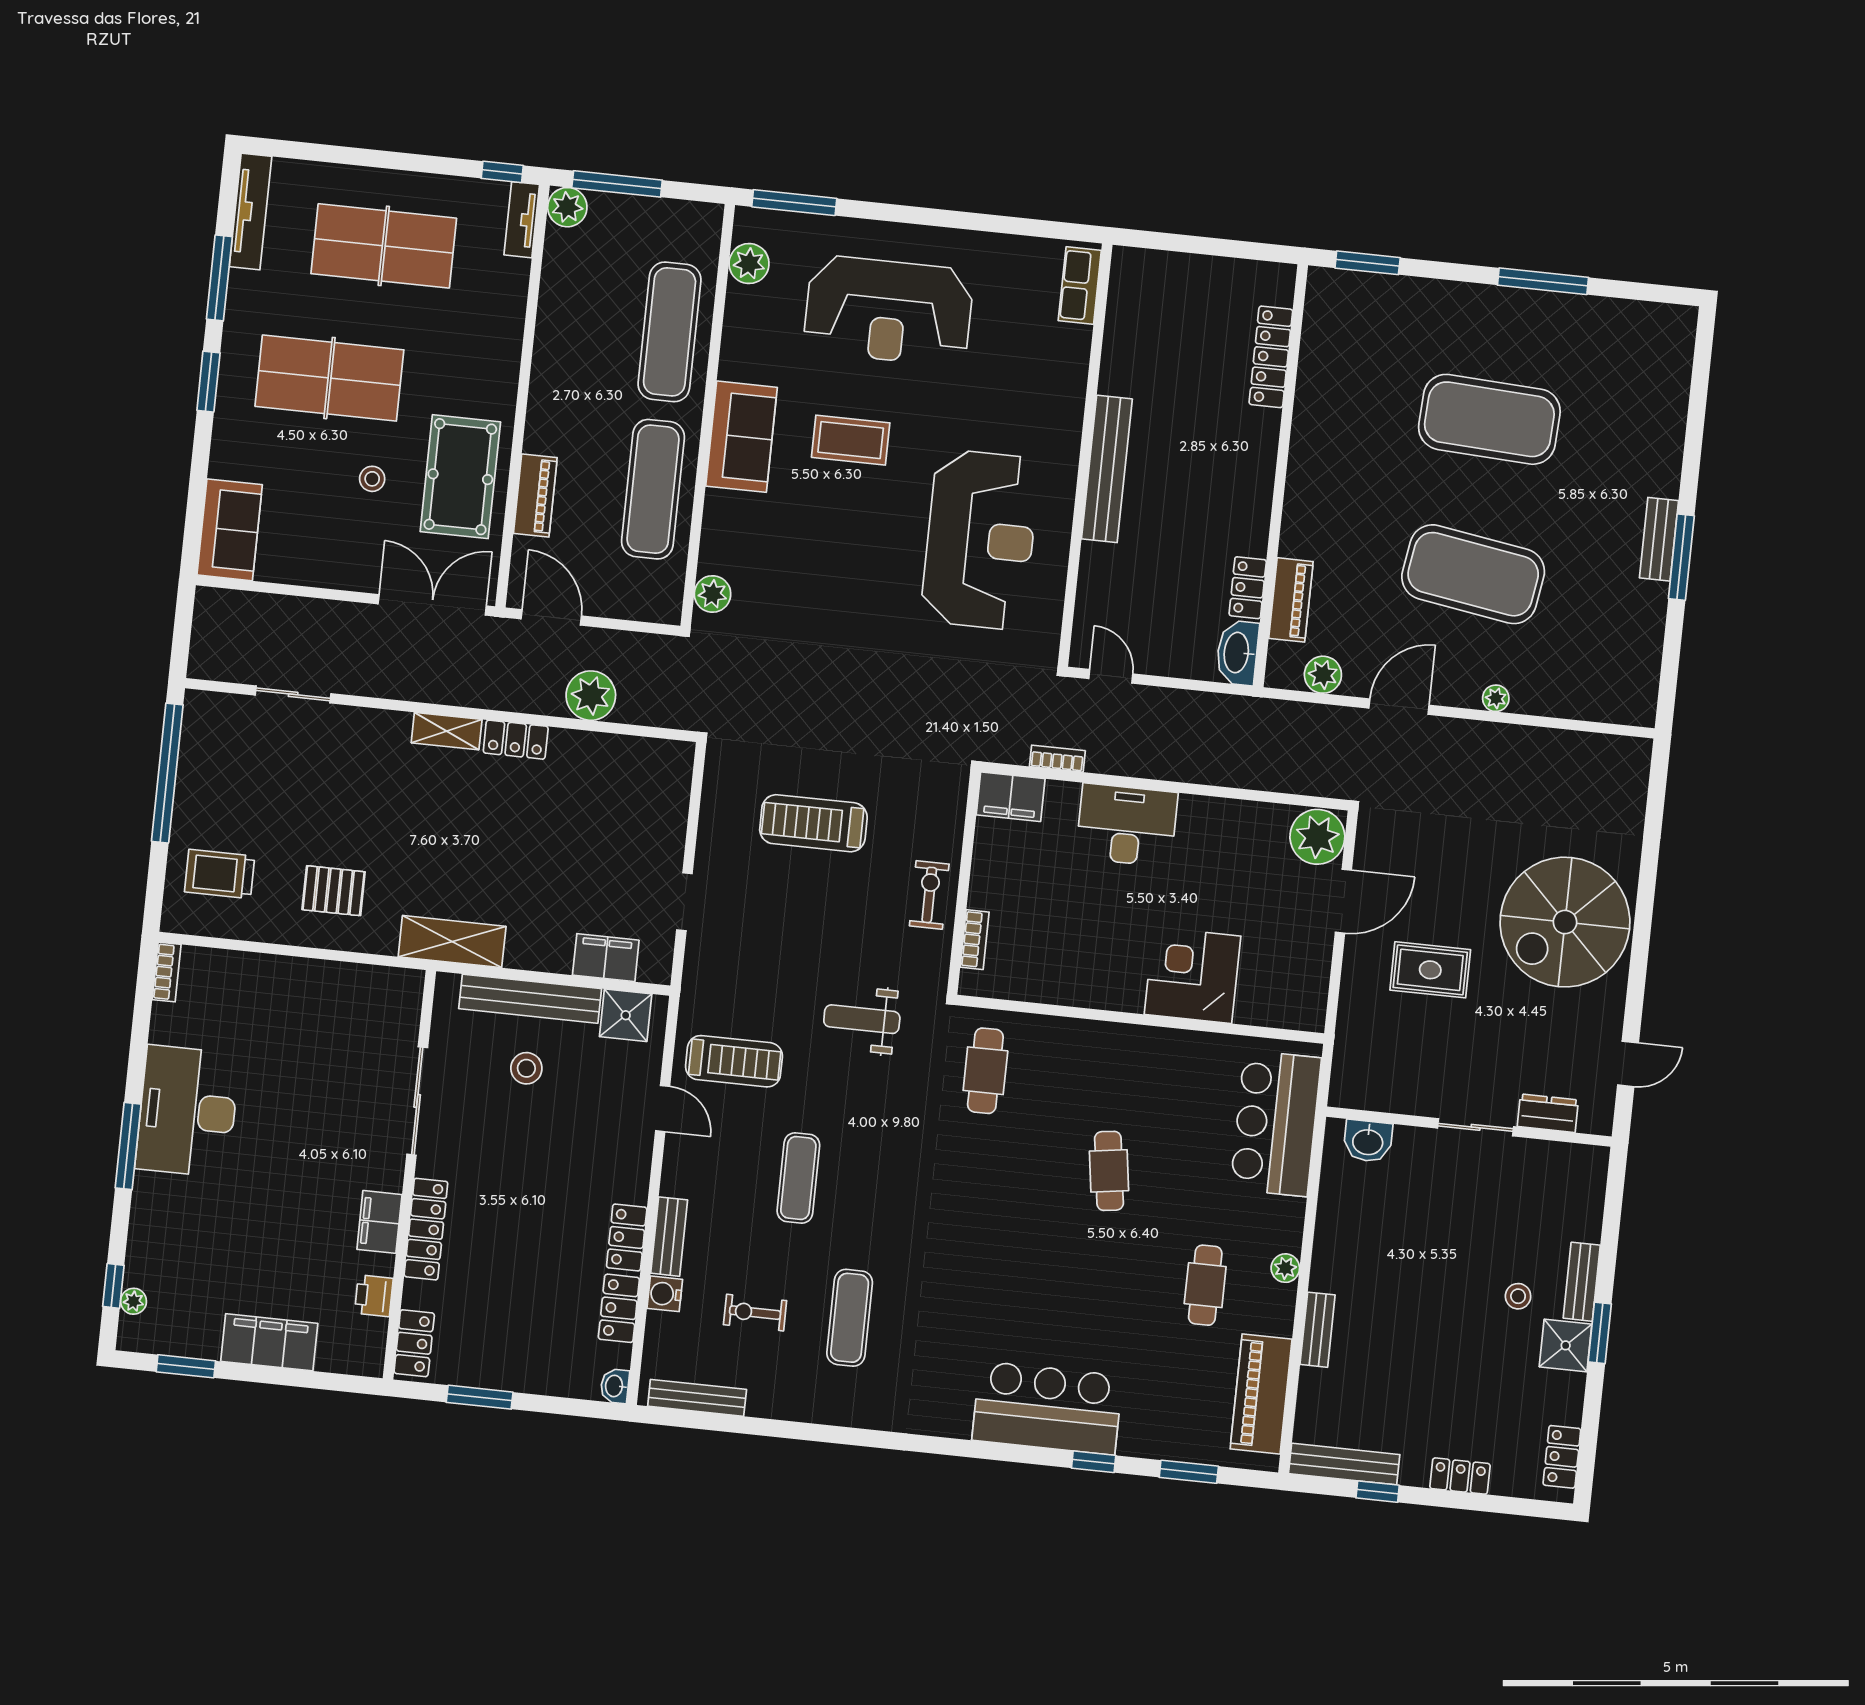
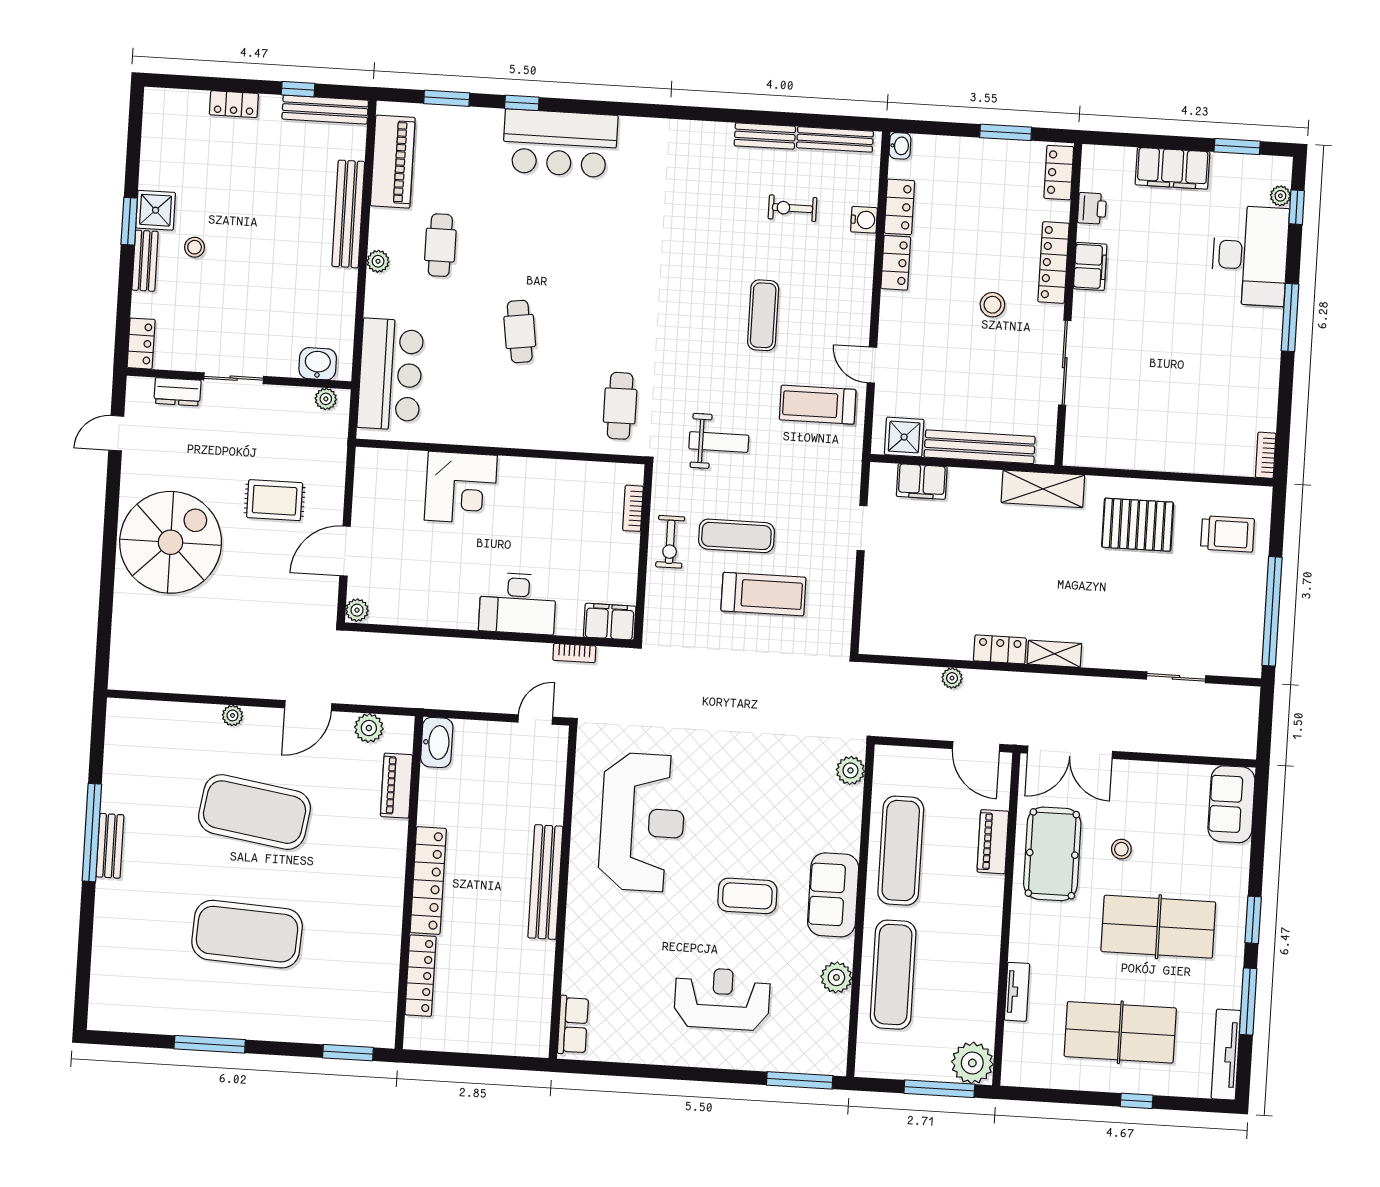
window: (502, 172) -> (1137, 1101), moved
plant: (567, 207) -> (972, 1063), width x1.36, depth x1.36
tv unit: (522, 220) -> (1017, 992), moved
plant: (749, 264) -> (836, 977), moved
reception desk: (889, 311) -> (722, 999), width x0.74, depth x0.77
reception desk: (980, 540) -> (642, 822), turned 180
window: (1681, 557) -> (92, 833), width x1.46
locker: (1248, 588) -> (428, 880), moved, width x2.16, depth x1.21
door: (1111, 676) -> (535, 720), swing flipped
plant: (591, 696) -> (952, 678), width x0.53, depth x0.53
plant: (1317, 837) -> (357, 610), width x0.53, depth x0.53
pallet: (334, 891) -> (1138, 525), width x1.50, depth x1.42
stool: (526, 1068) -> (992, 305), moved
plant: (1359, 1096) -> (326, 399), added
desk: (188, 1111) -> (1250, 256), moved
bench: (669, 1237) -> (765, 136), moved, turned 90
exercise bike: (755, 1313) -> (792, 208), turned 180
exercise mat: (850, 1318) -> (736, 536), moved, turned 90
bench: (1318, 1330) -> (348, 214), width x1.86, depth x1.21
locker: (1562, 1457) -> (141, 344), moved

